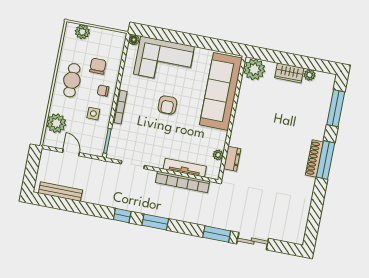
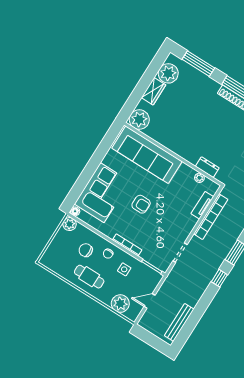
plant: (82, 32) -> (70, 224), moved
plant: (309, 75) -> (168, 73), width x1.88, depth x1.88
tv unit: (185, 168) -> (202, 205), width x0.71

